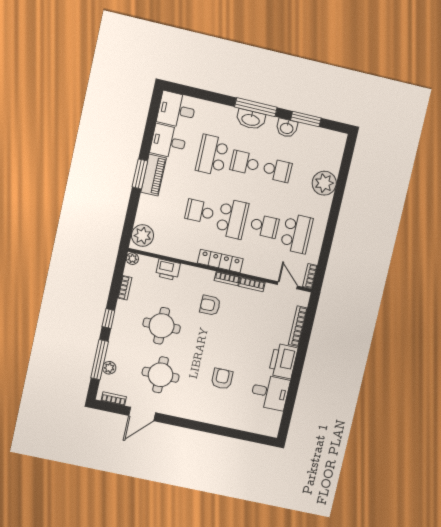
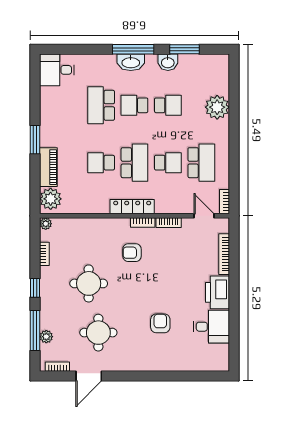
desk: (169, 142) -> (56, 102), removed
piano: (154, 175) -> (48, 167), moved
printer: (168, 270) -> (83, 227), removed

